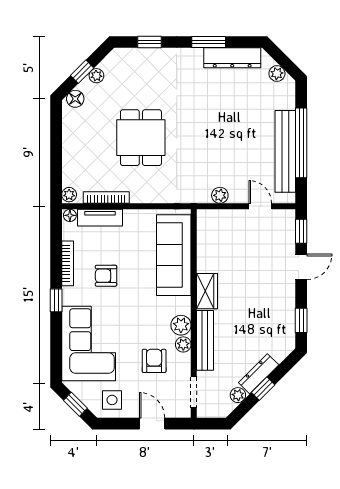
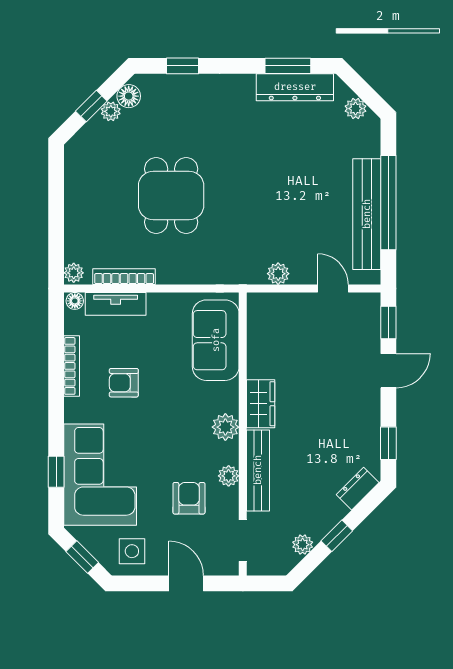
window: (209, 42) -> (288, 66), moved
floor lamp: (75, 99) -> (129, 96), moved
sofa: (174, 255) -> (216, 340), width x0.73
window: (56, 300) -> (56, 472), moved
plant: (181, 325) -> (225, 427), moved
dresser: (259, 374) -> (358, 489), moved, width x0.70

